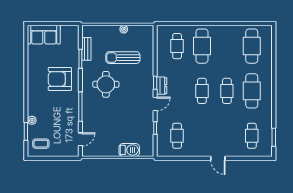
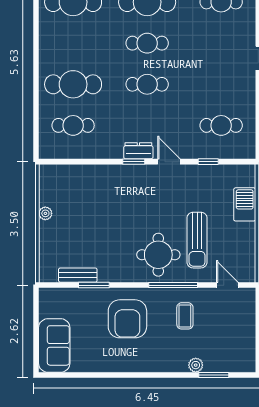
sun lounger: (123, 58) -> (197, 240), moved
round table: (106, 84) -> (158, 255), moved
coffee table: (41, 144) -> (185, 316), moved

